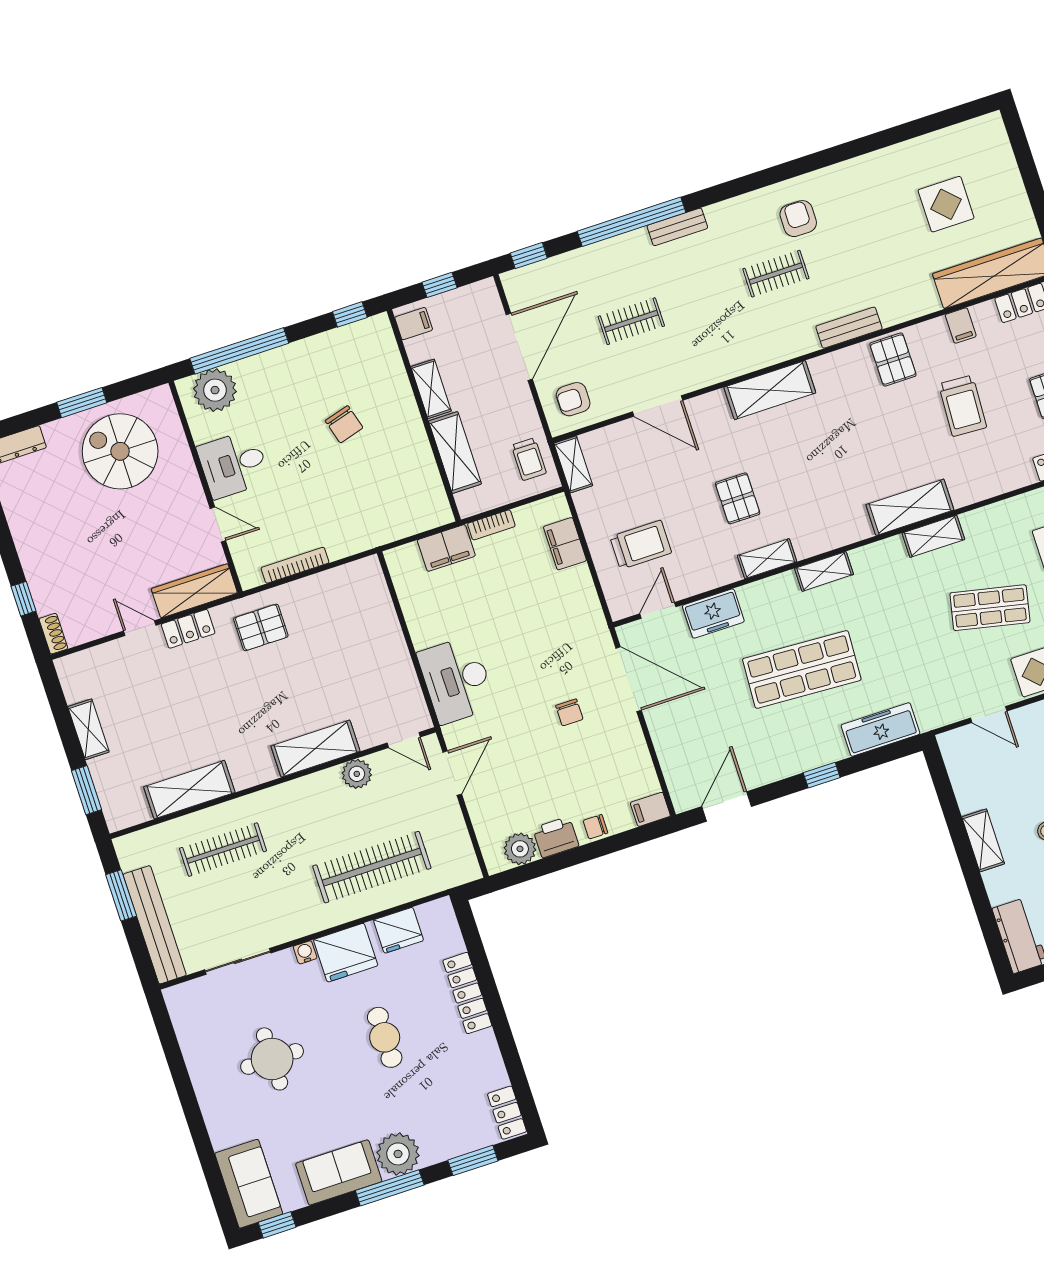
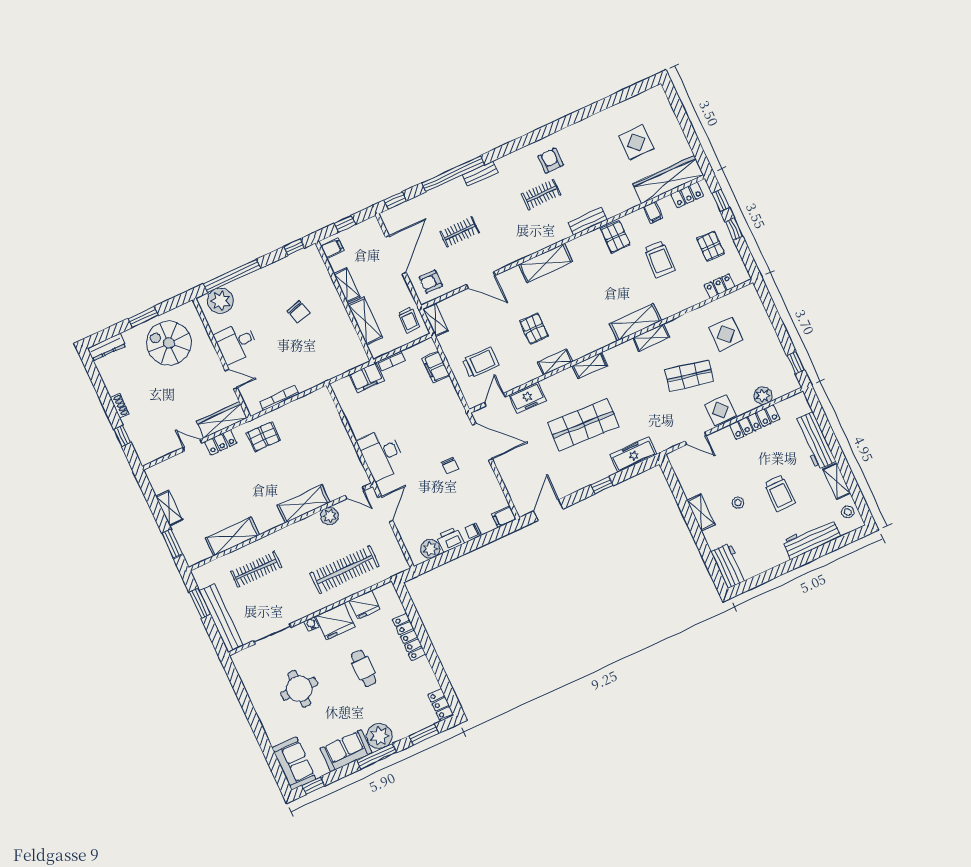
shoe rack: (53, 634) -> (120, 406), moved

